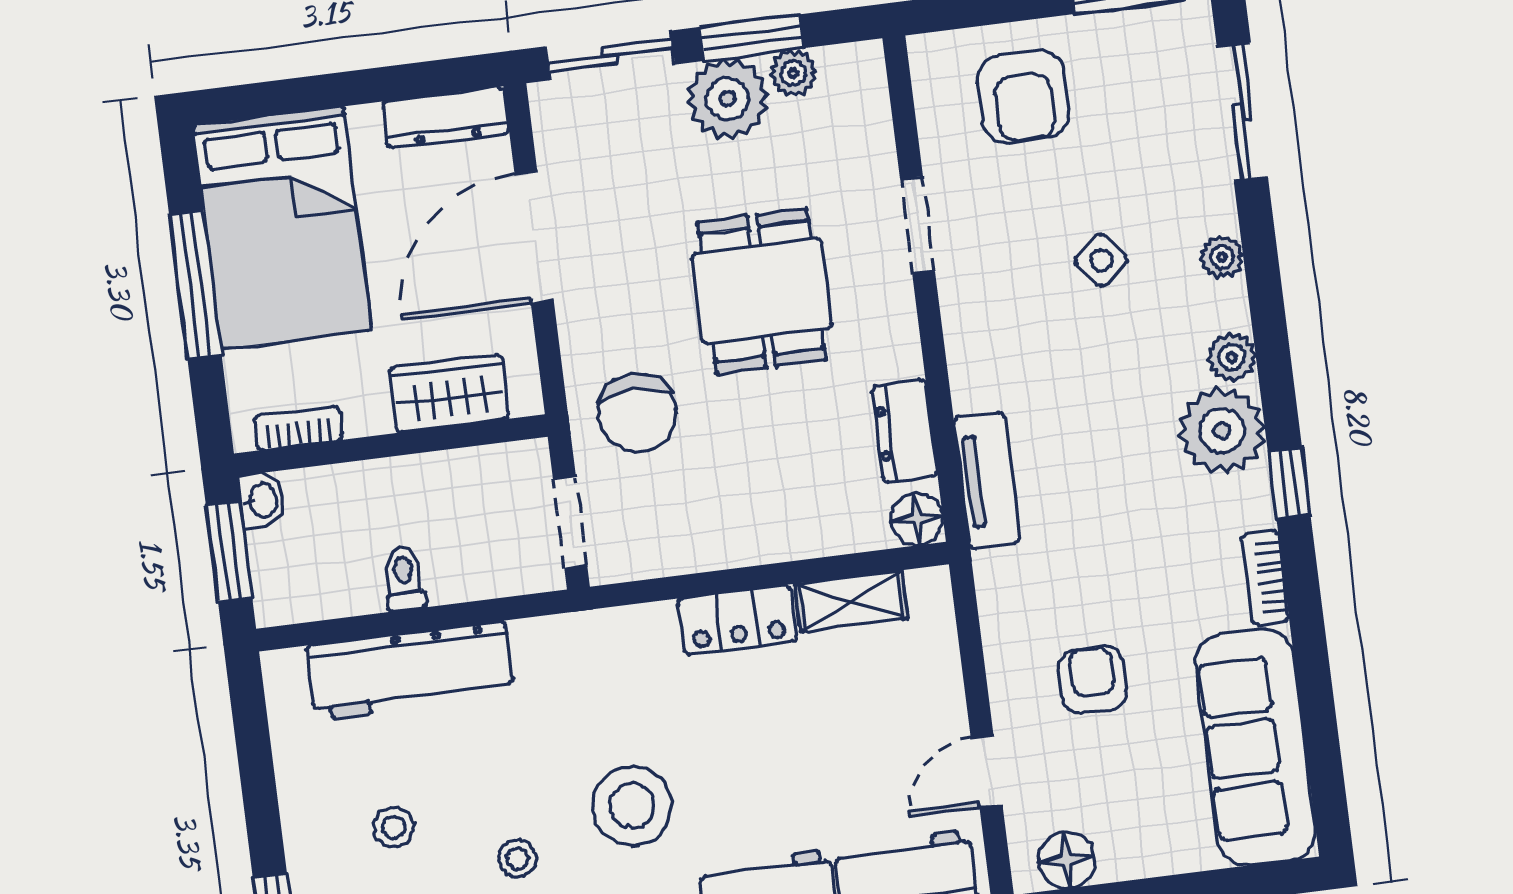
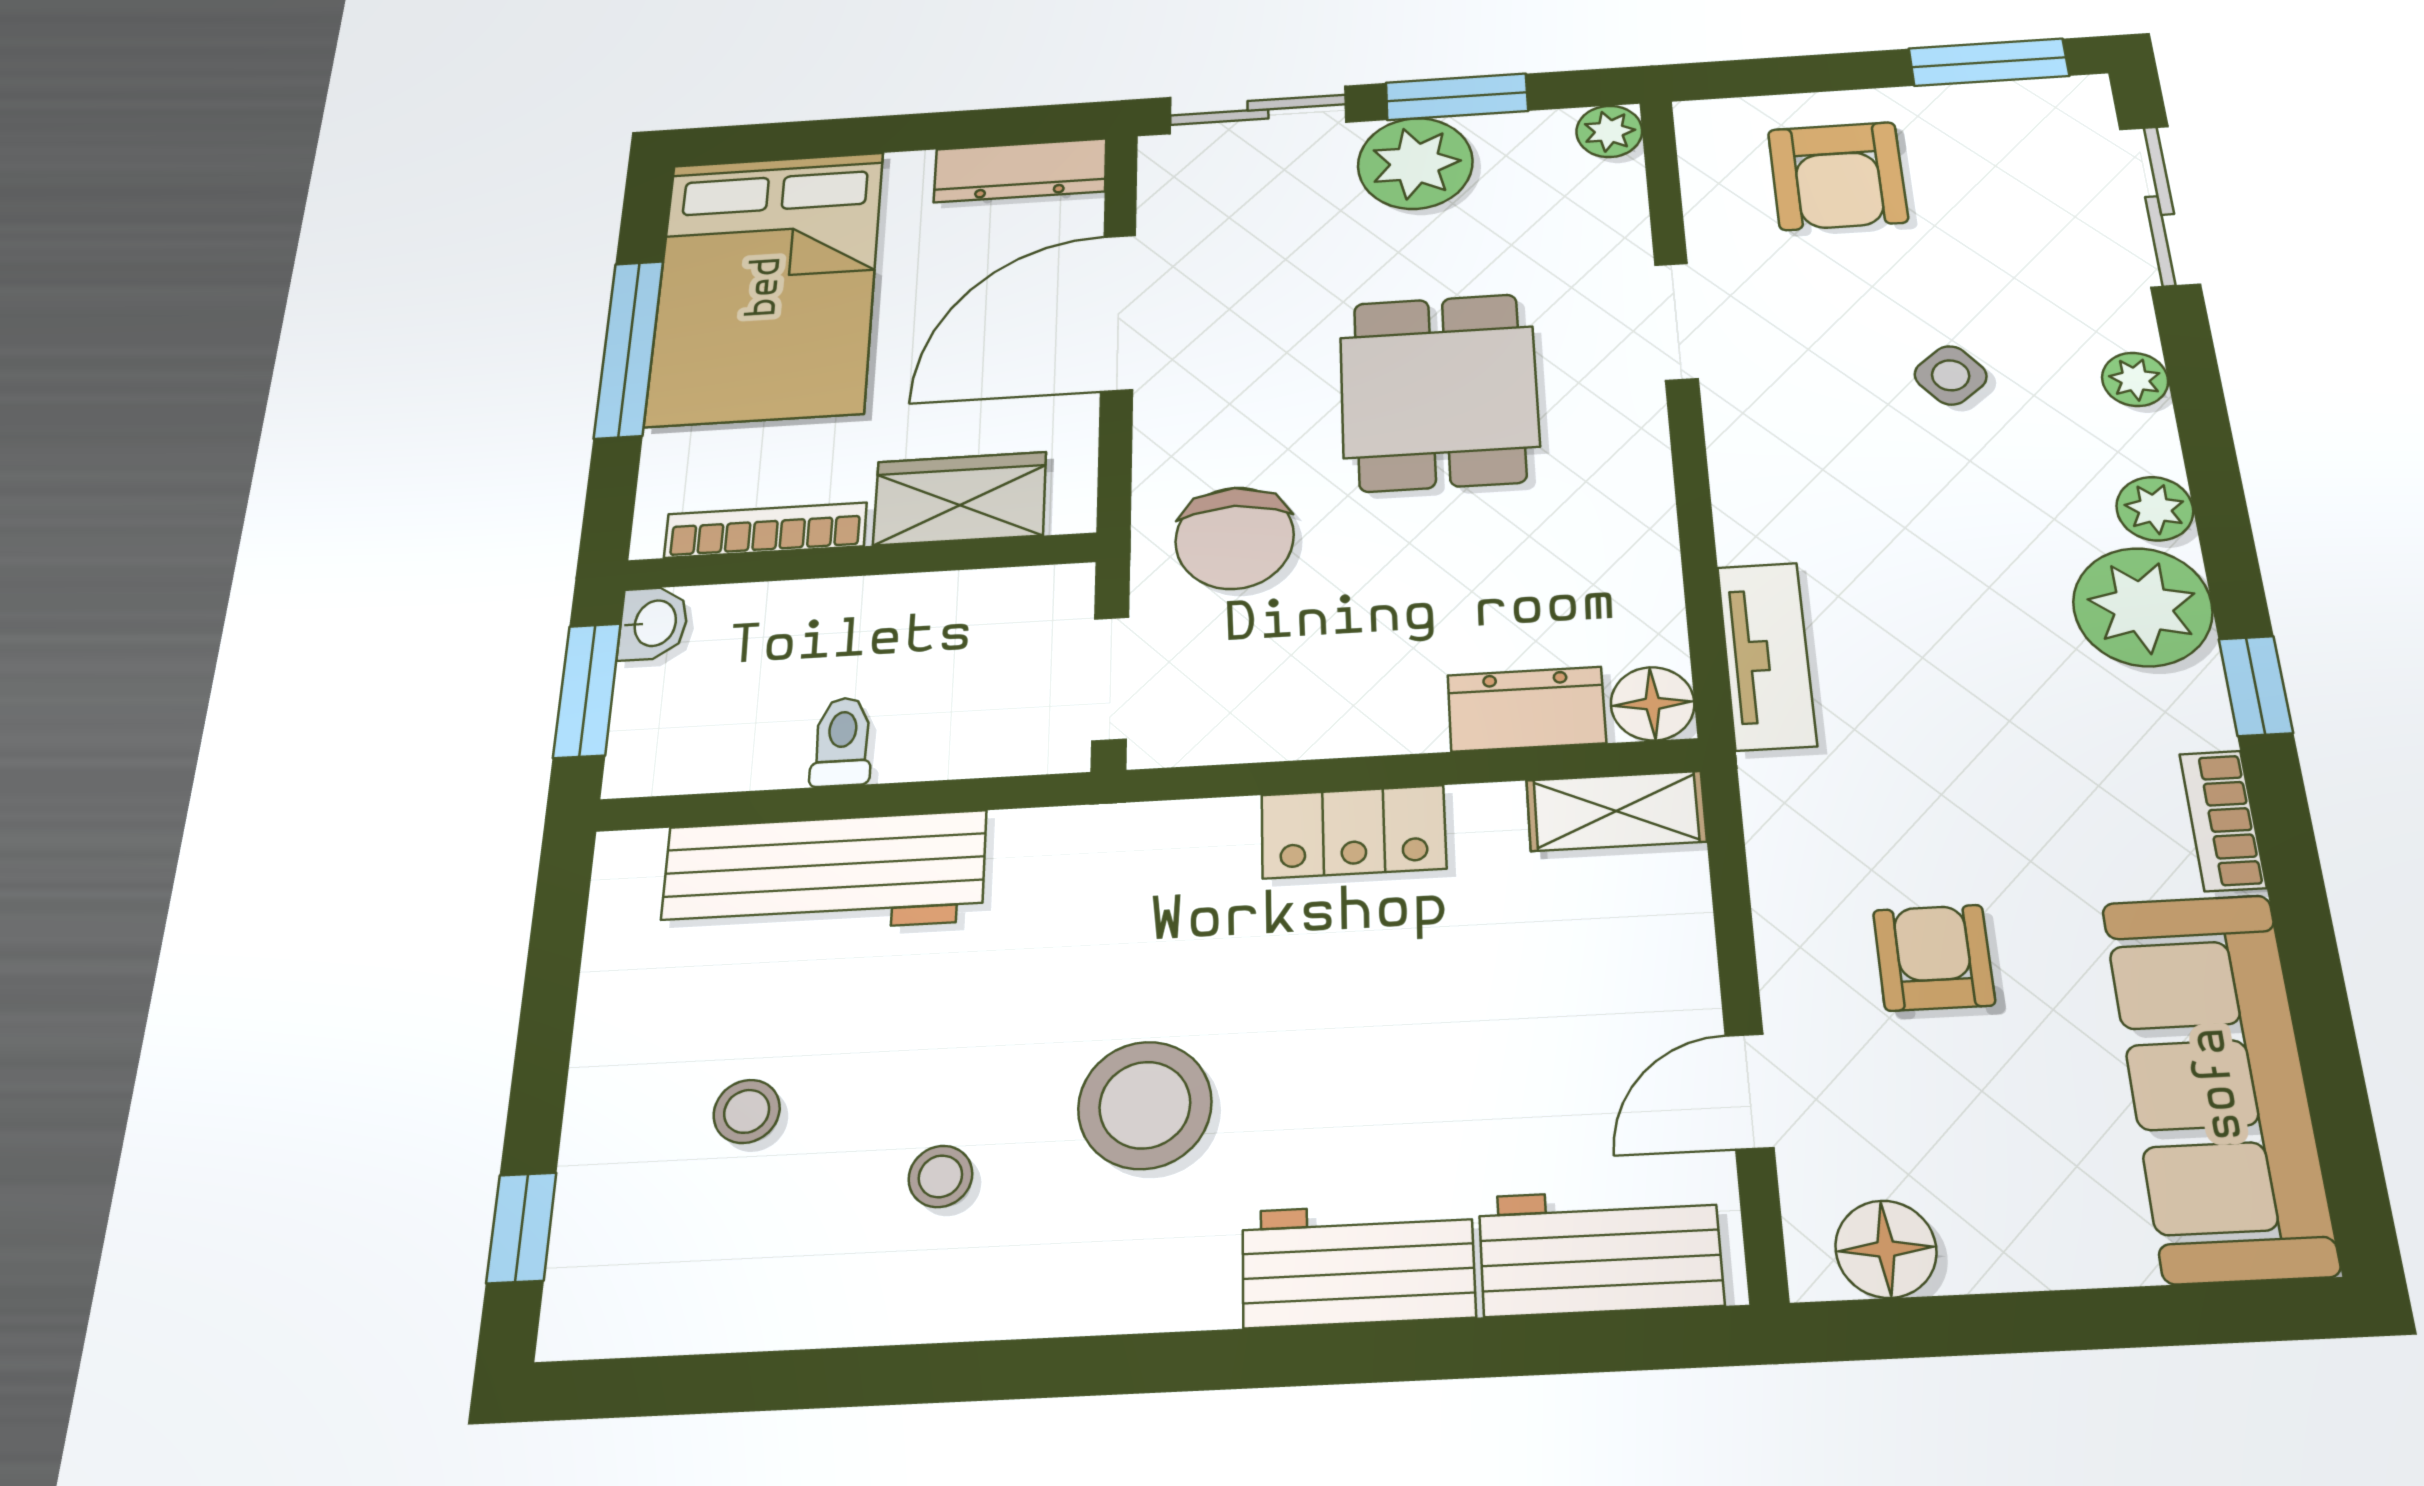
plant: (793, 73) -> (1609, 131), moved
bookcase: (298, 428) -> (766, 530), width x1.56
dresser: (905, 431) -> (1527, 709), moved, turned 90
shelving: (851, 601) -> (1616, 811), moved

